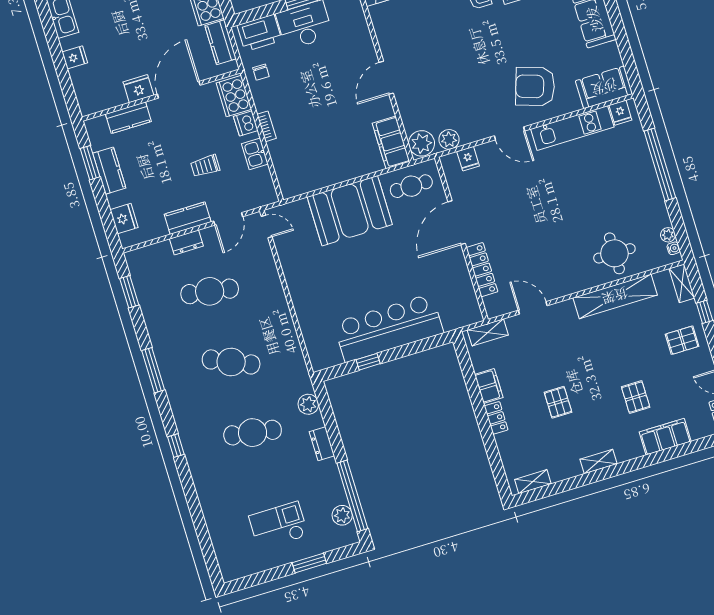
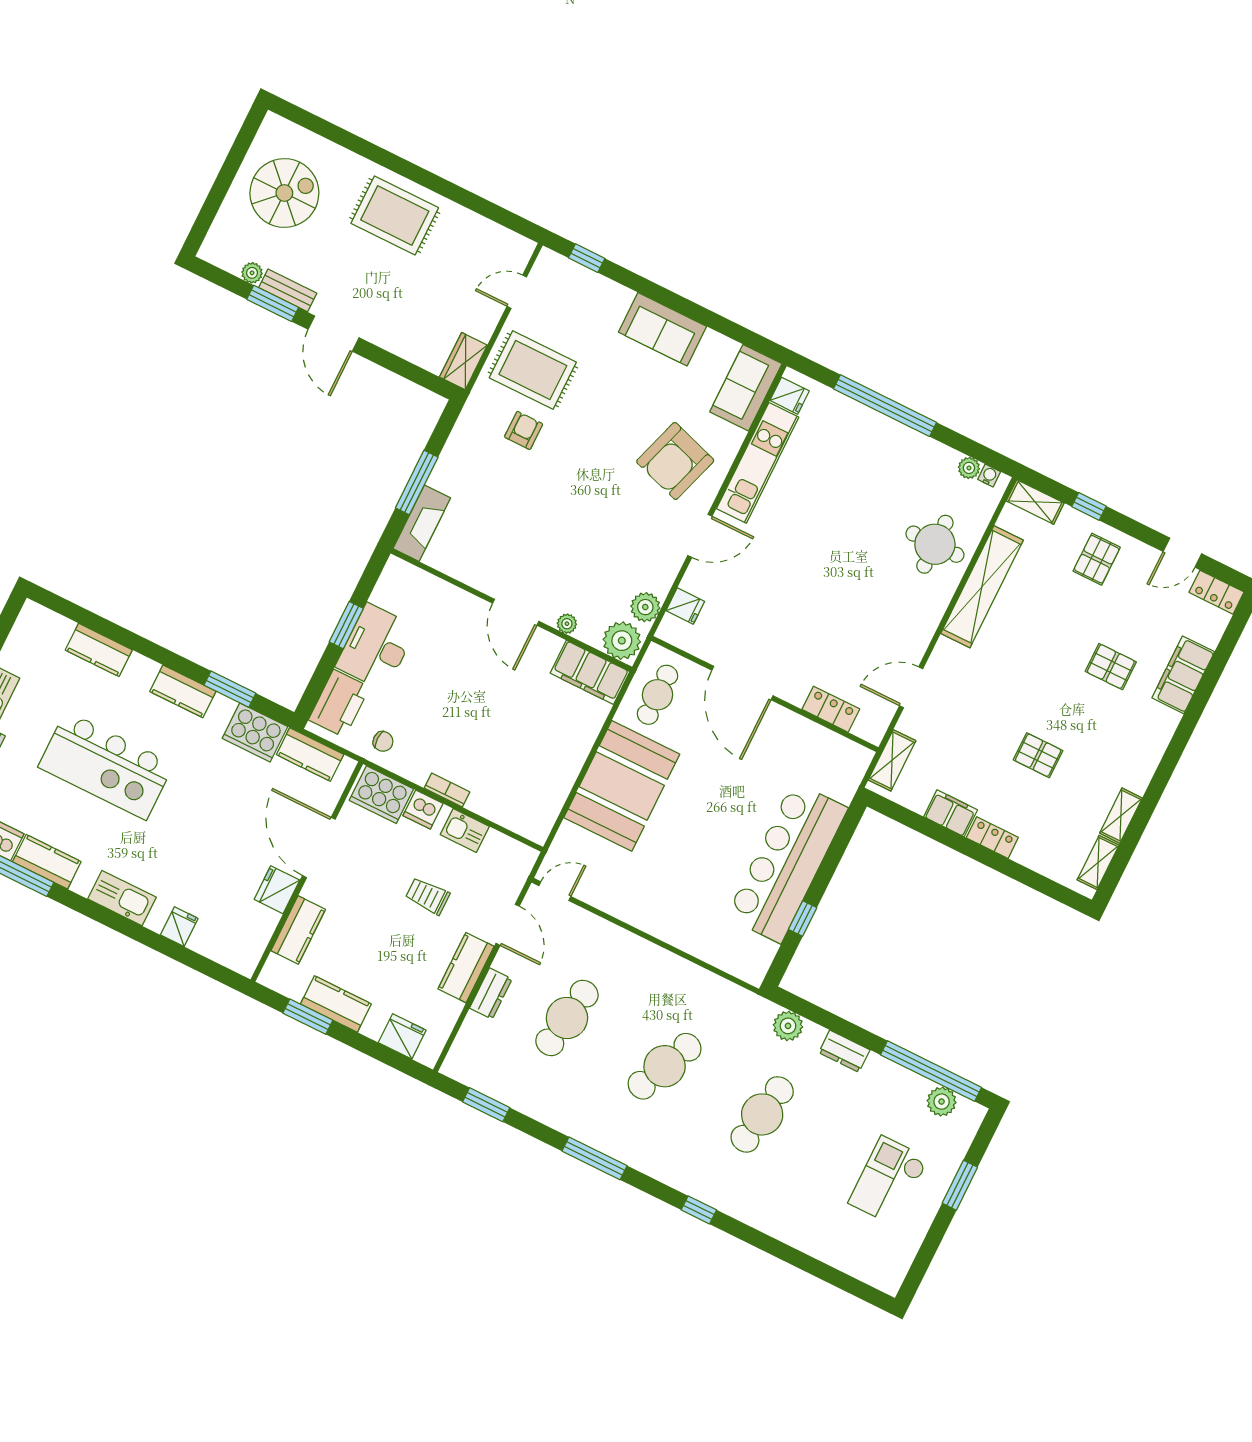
plant: (404, 108) -> (567, 624), added
trolley: (205, 166) -> (428, 896), turned 90
locker: (482, 270) -> (831, 709), width x0.66
shelving: (599, 462) -> (1121, 816), moved

